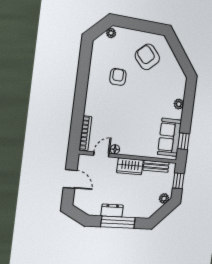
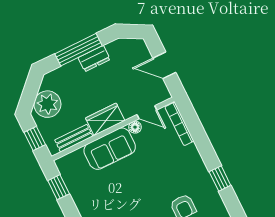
window: (82, 79) -> (220, 179), added
sofa: (170, 137) -> (110, 149), moved, turned 90
door: (101, 154) -> (147, 112), hinge flipped
plant: (164, 198) -> (47, 104), width x1.87, depth x1.87

